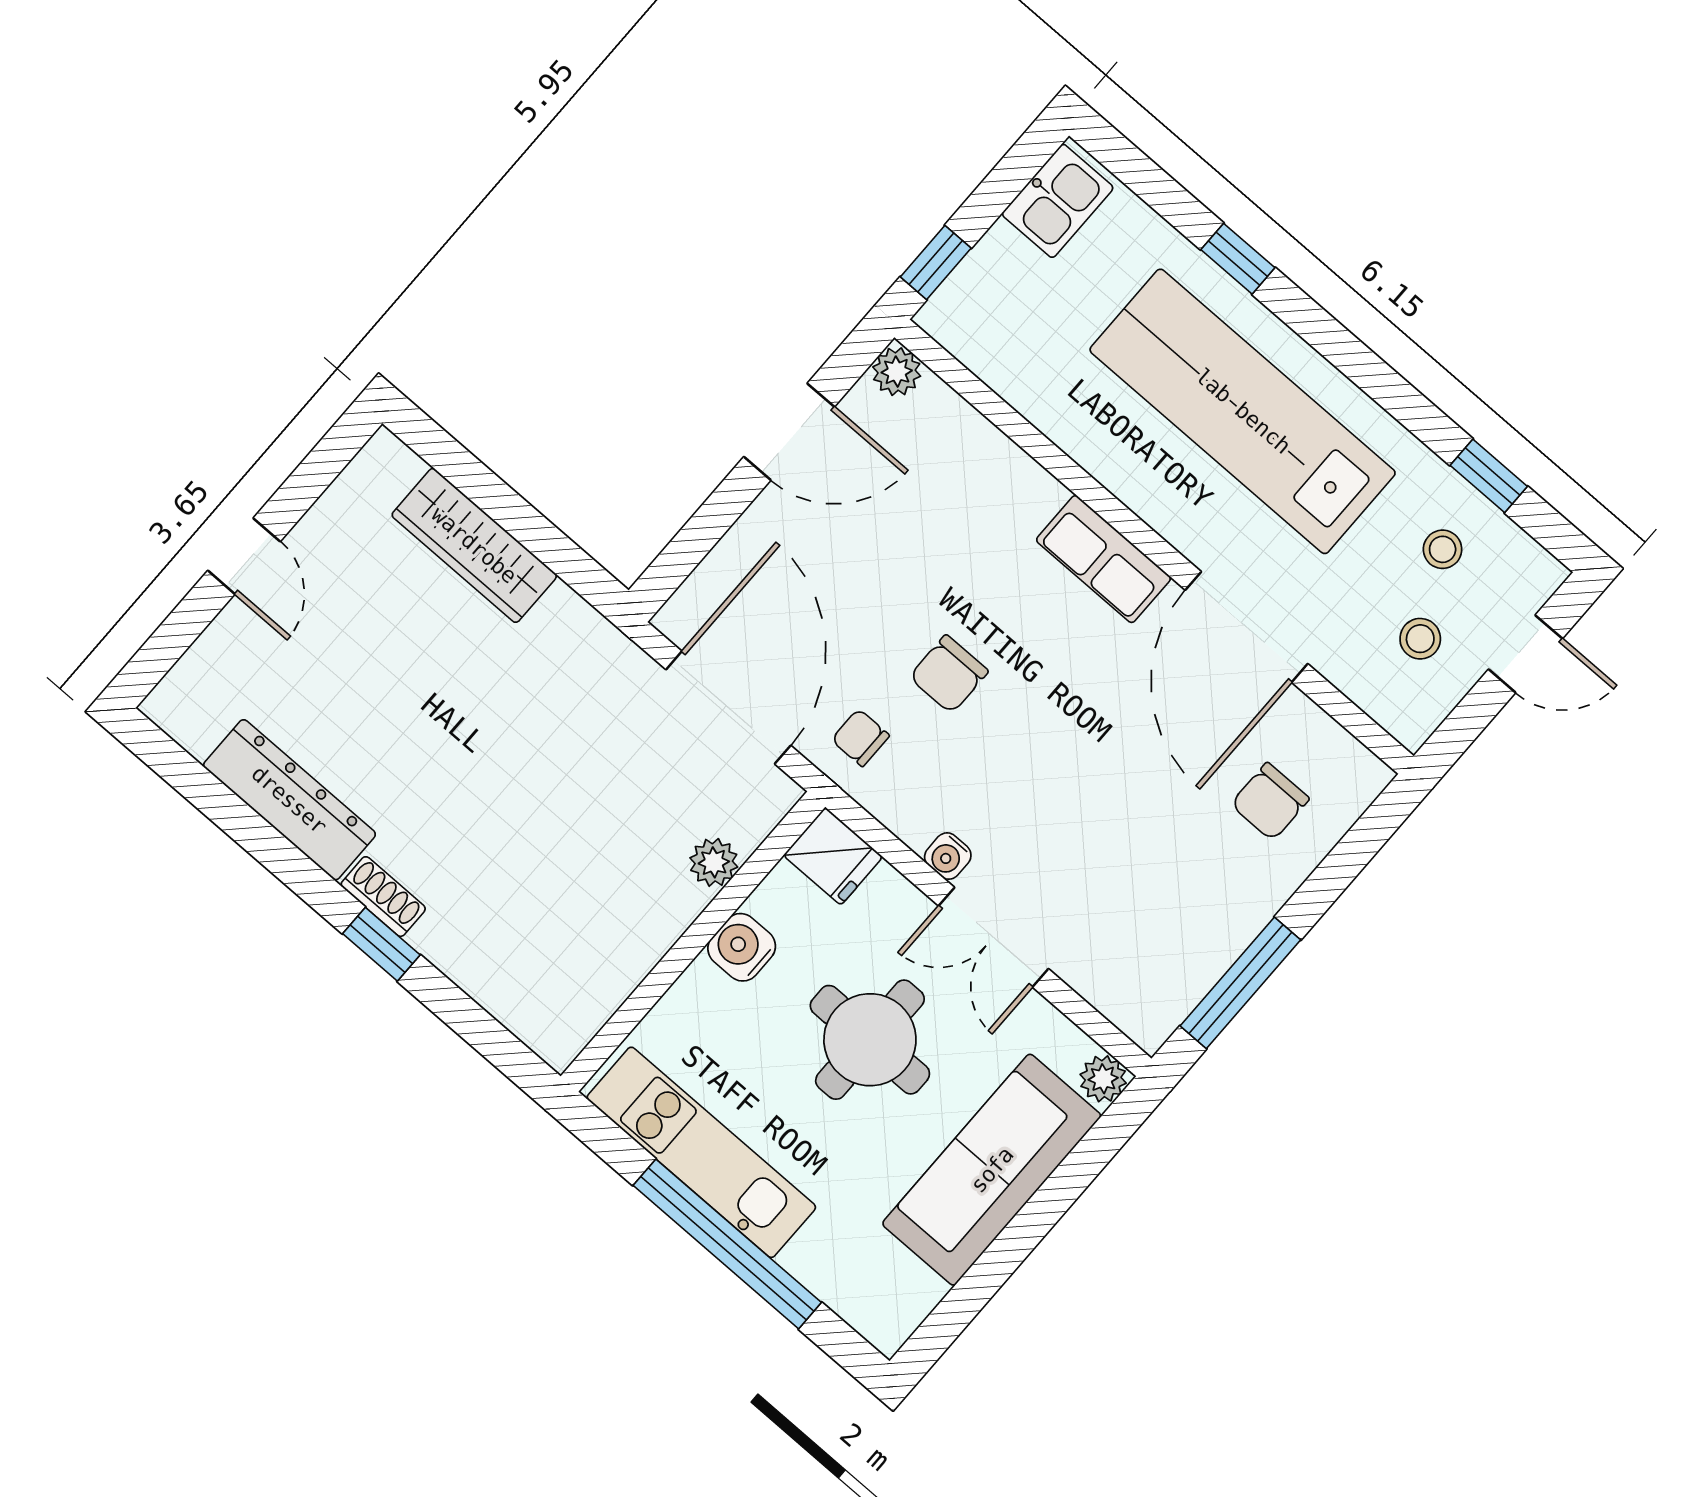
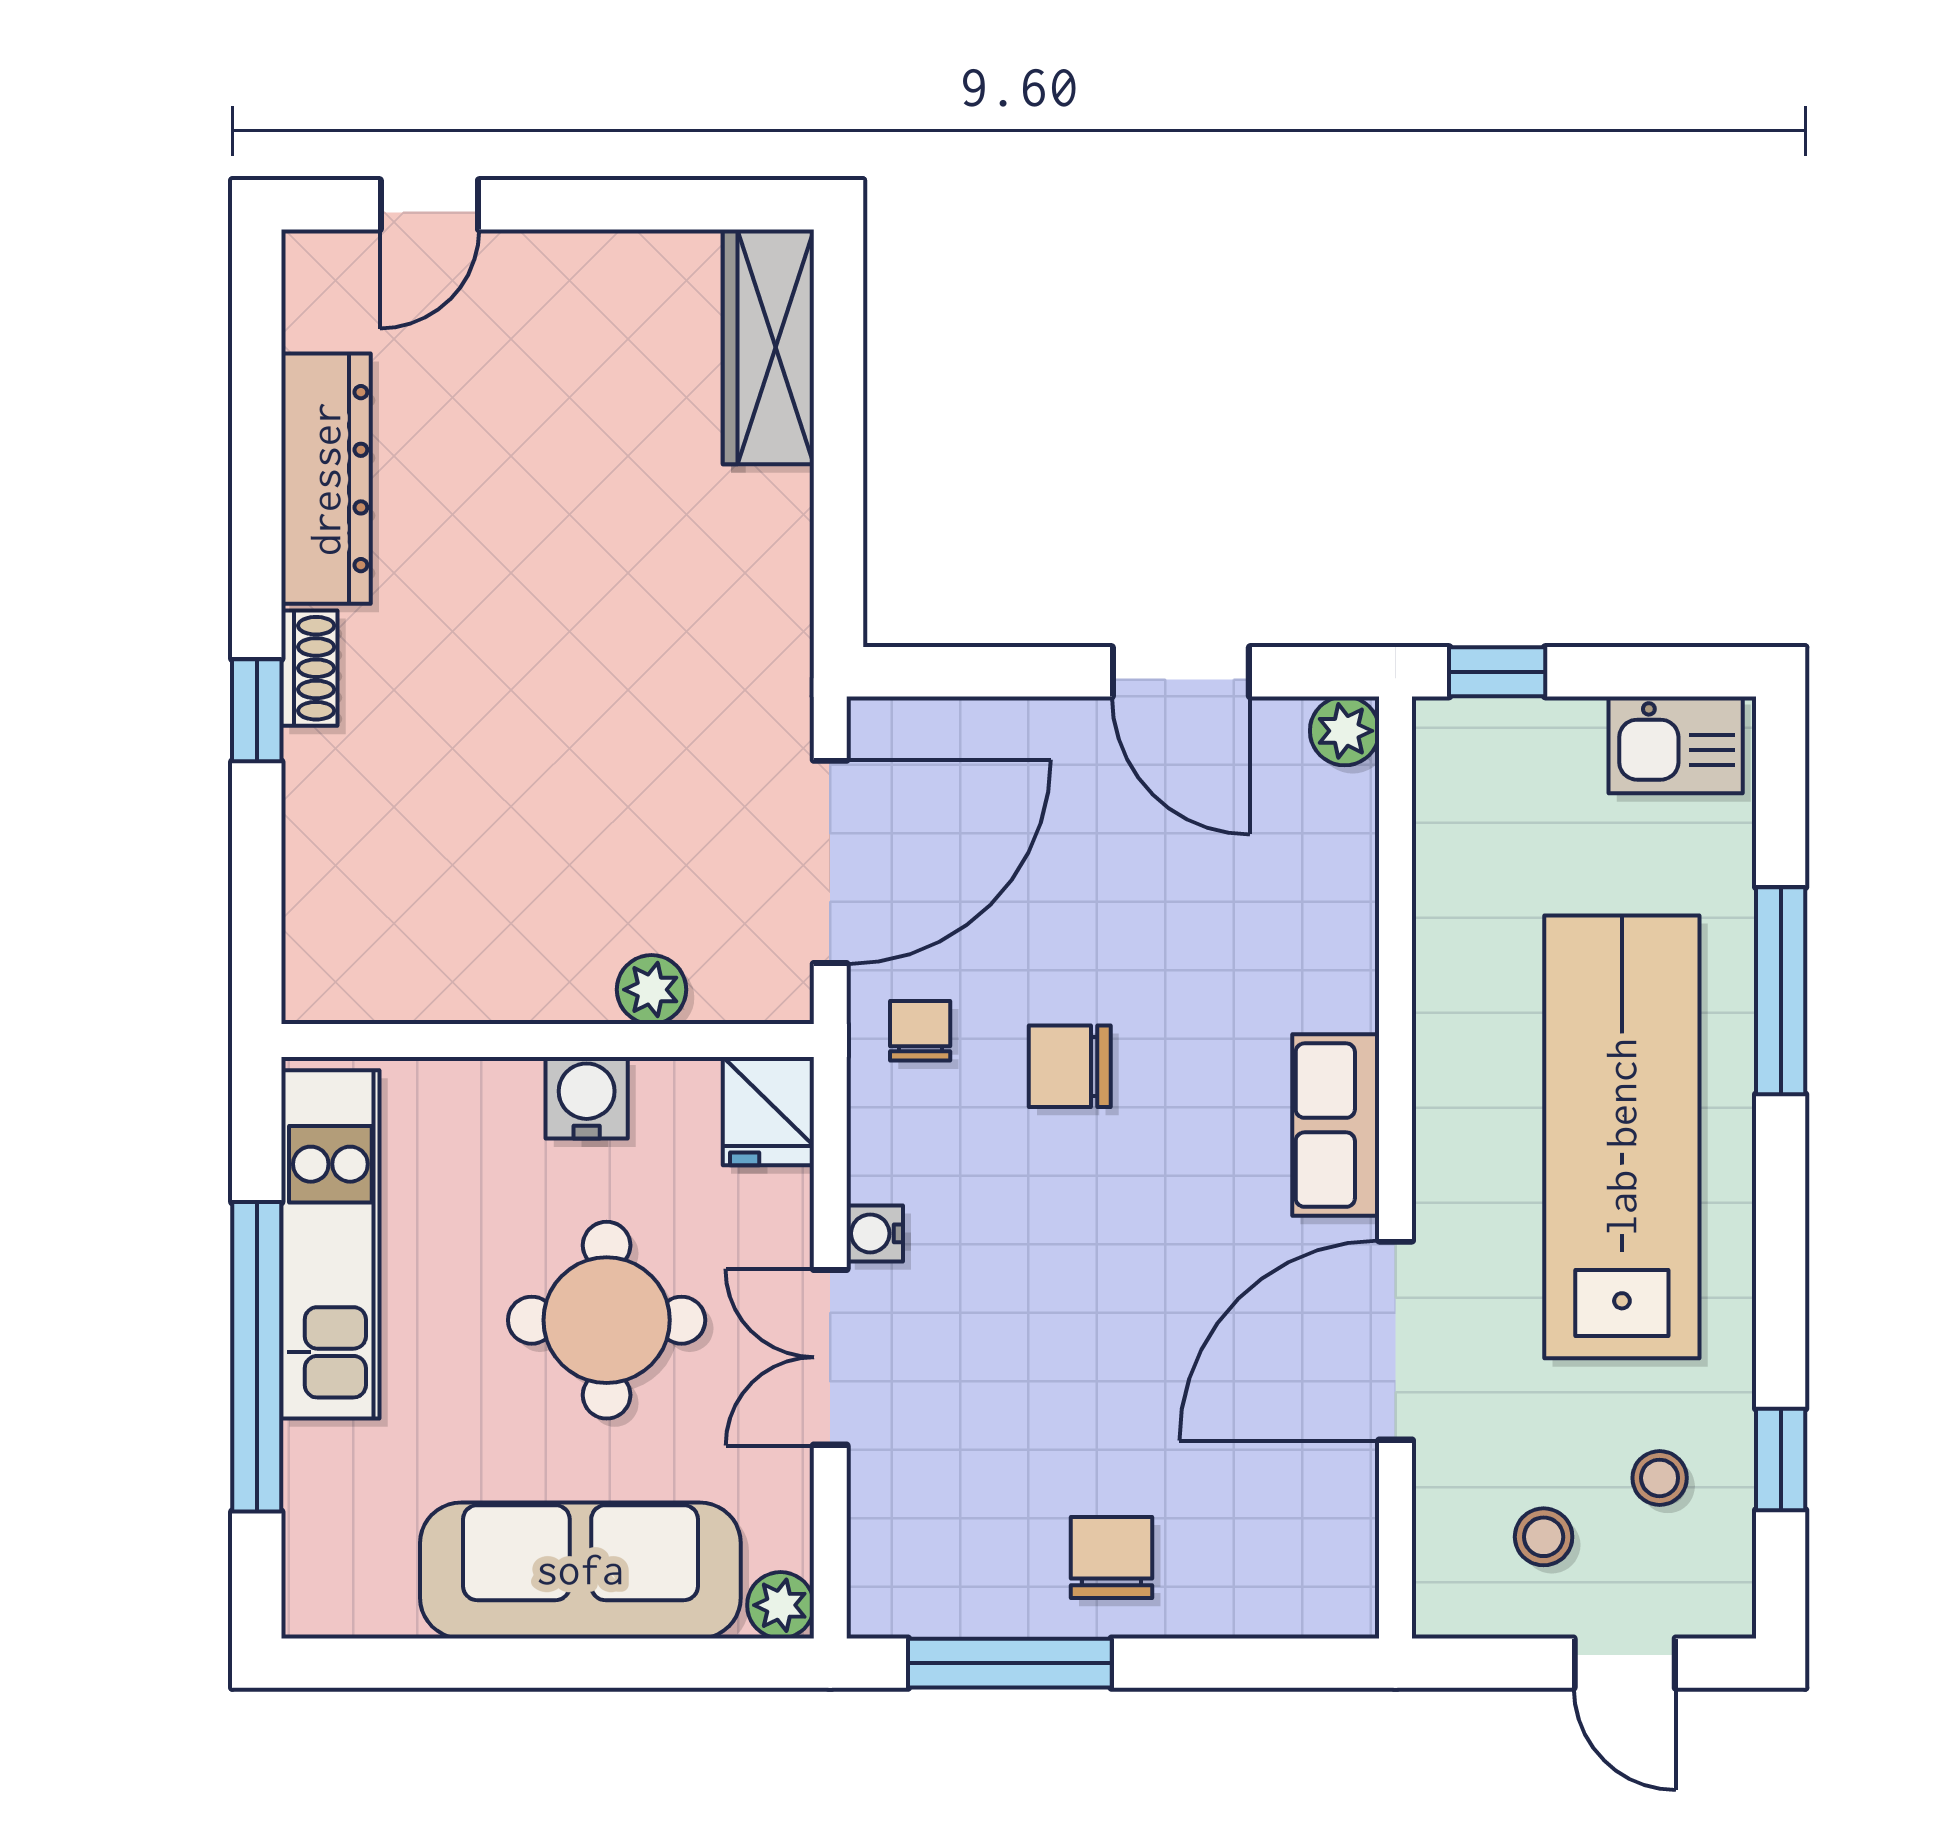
window: (1238, 259) -> (1781, 991), width x2.17
wardrobe: (474, 545) -> (768, 347), moved
door: (244, 556) -> (429, 205), moved
chair: (1270, 802) -> (1112, 1557), moved, turned 90

